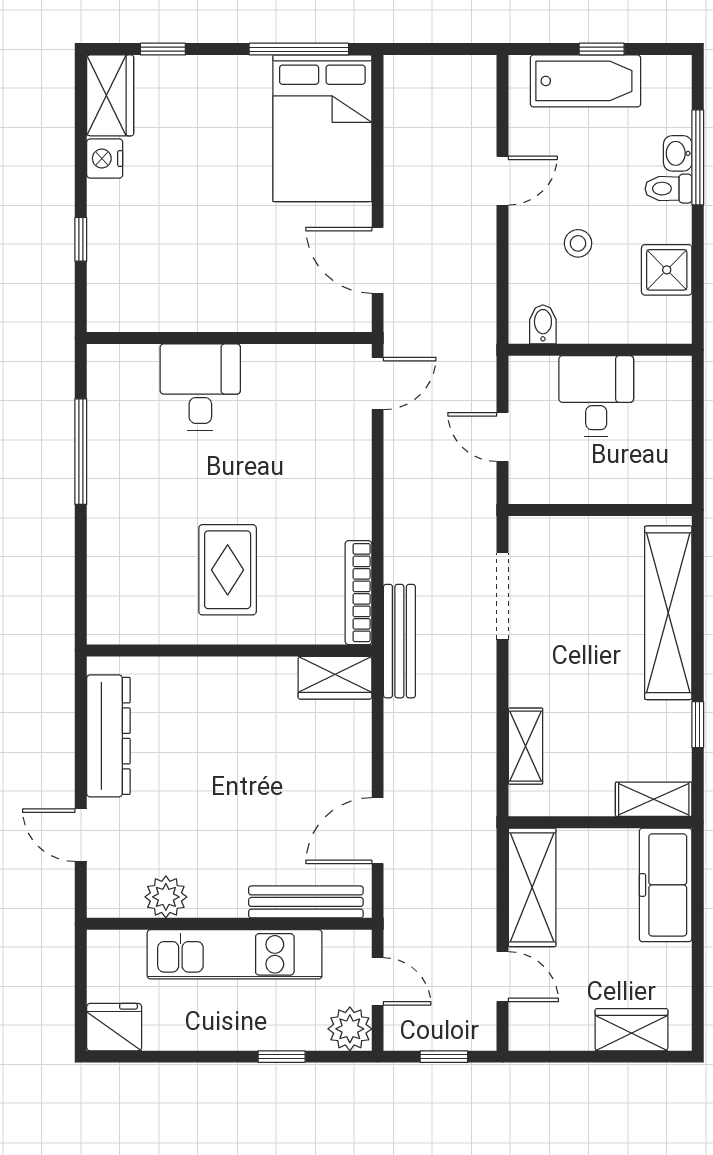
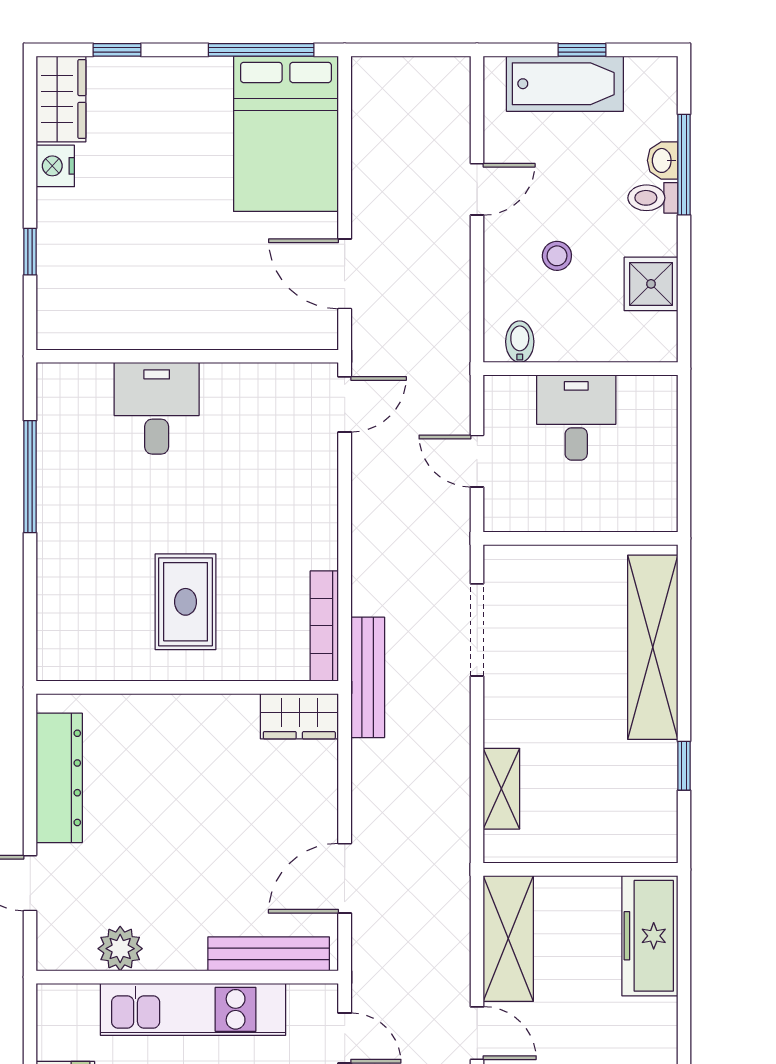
shelving: (654, 799) -> (637, 845), removed

